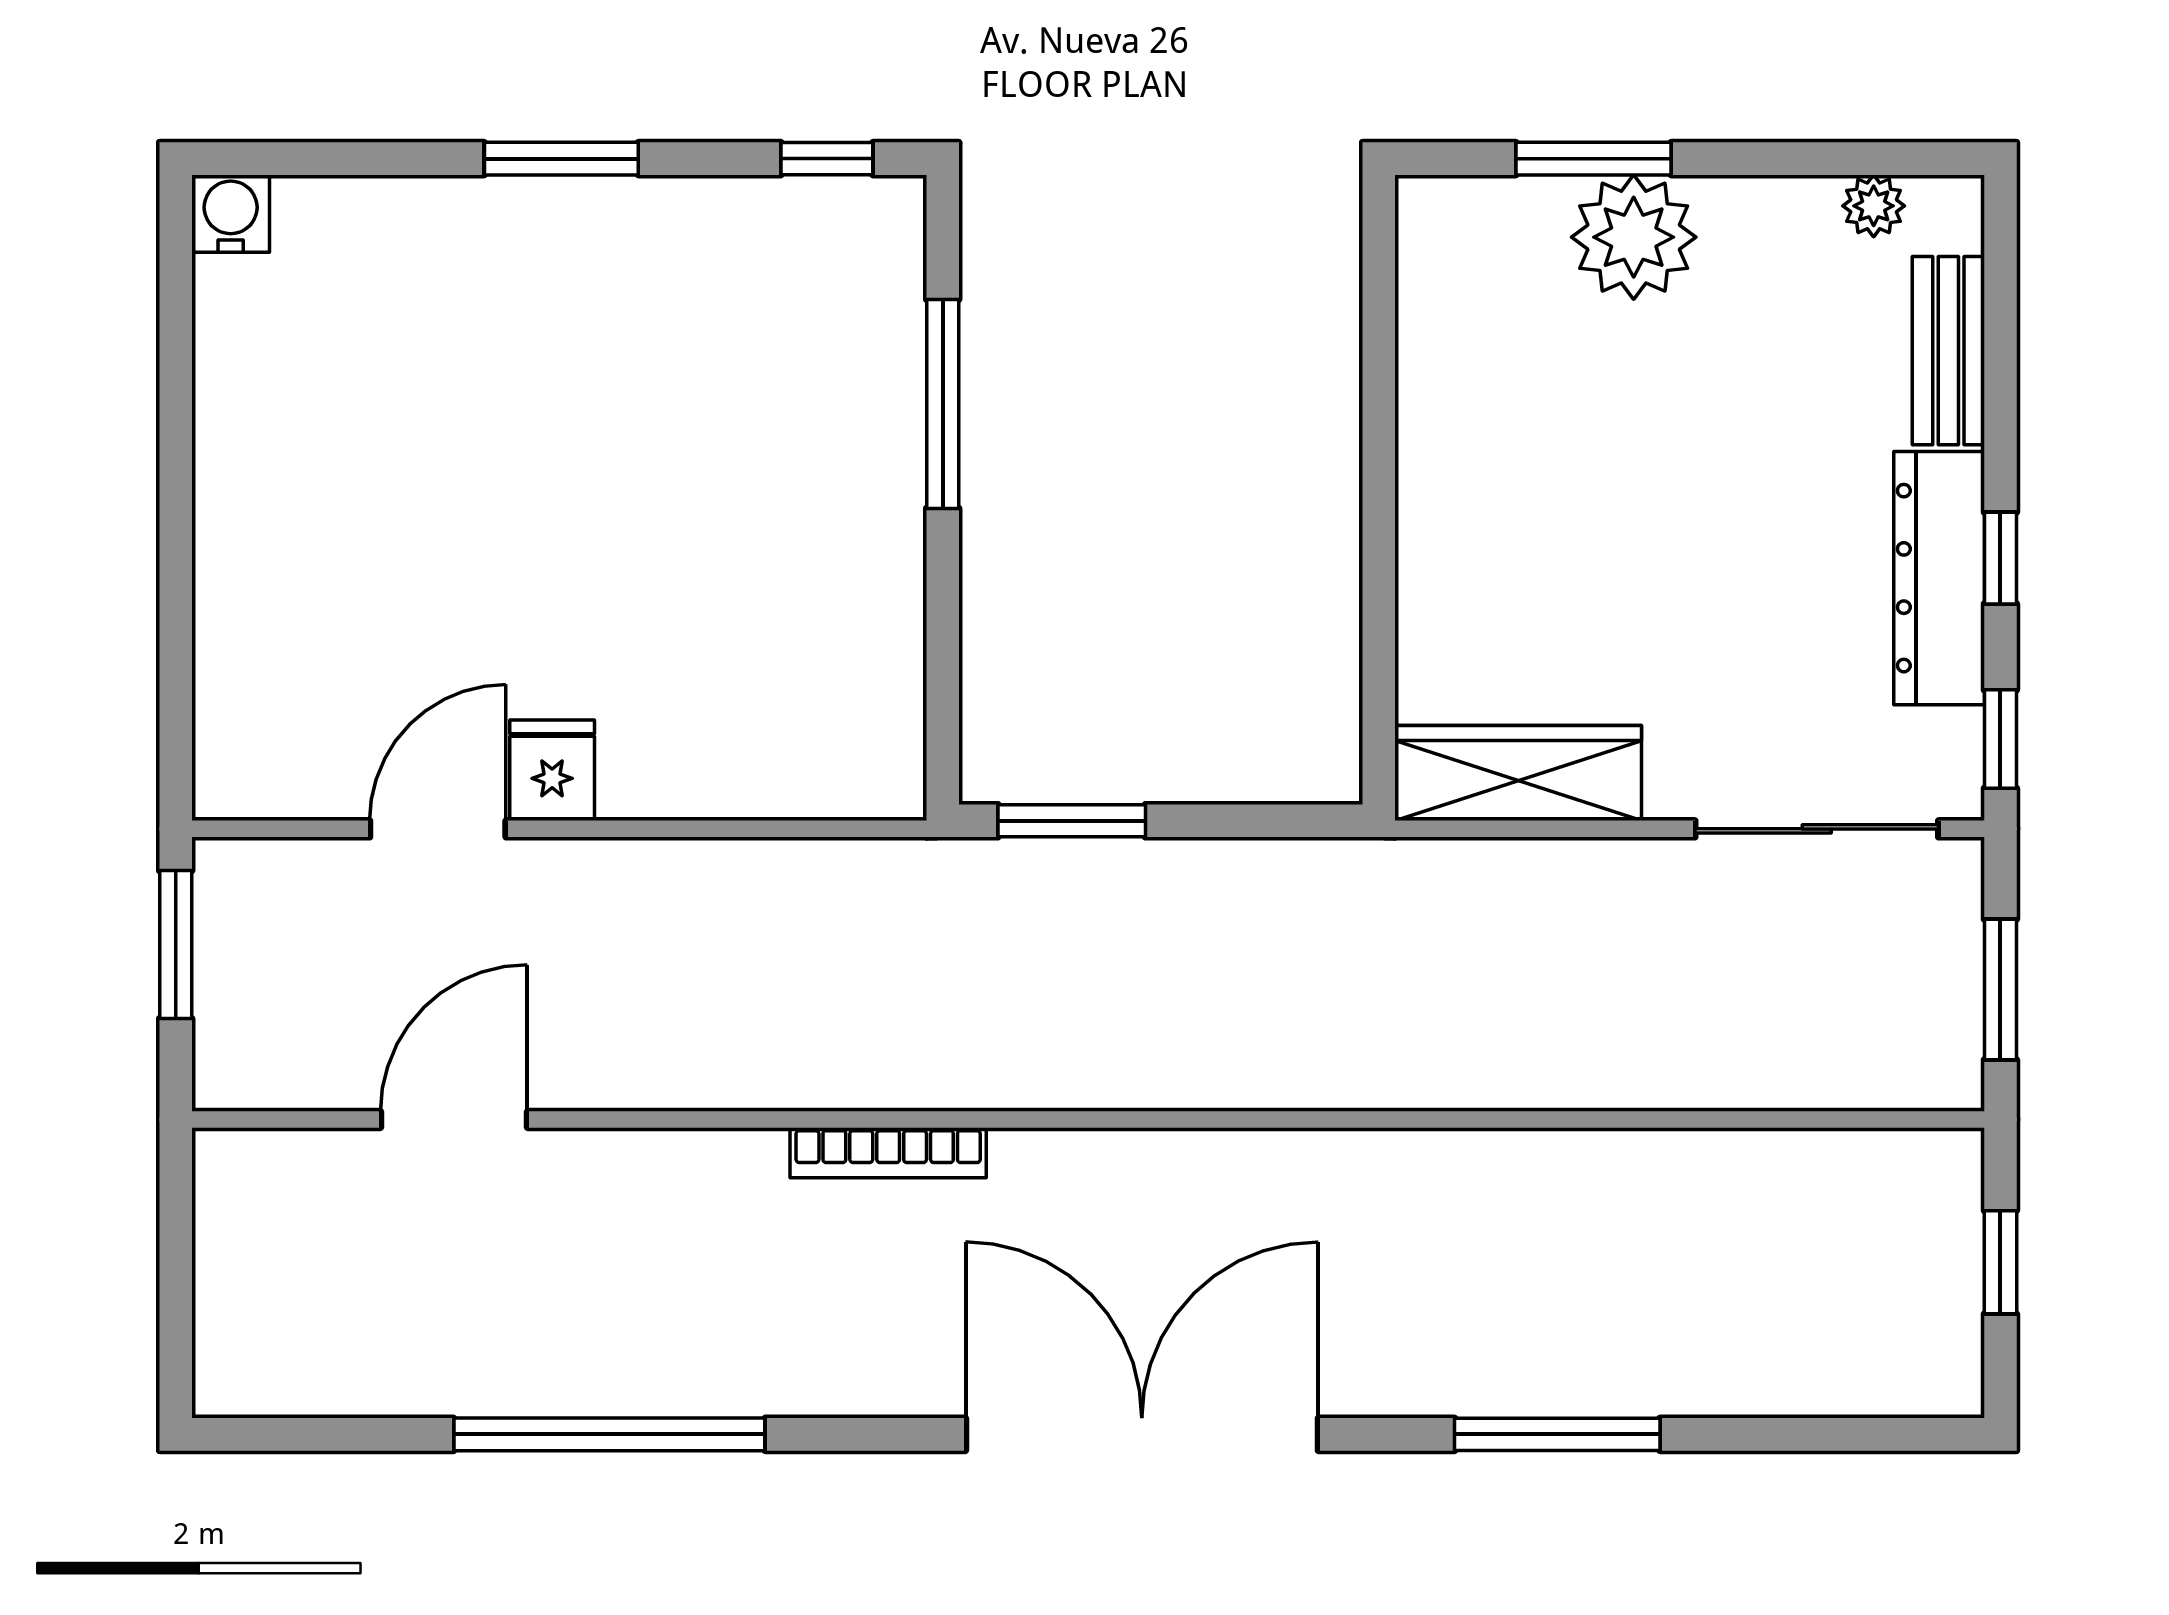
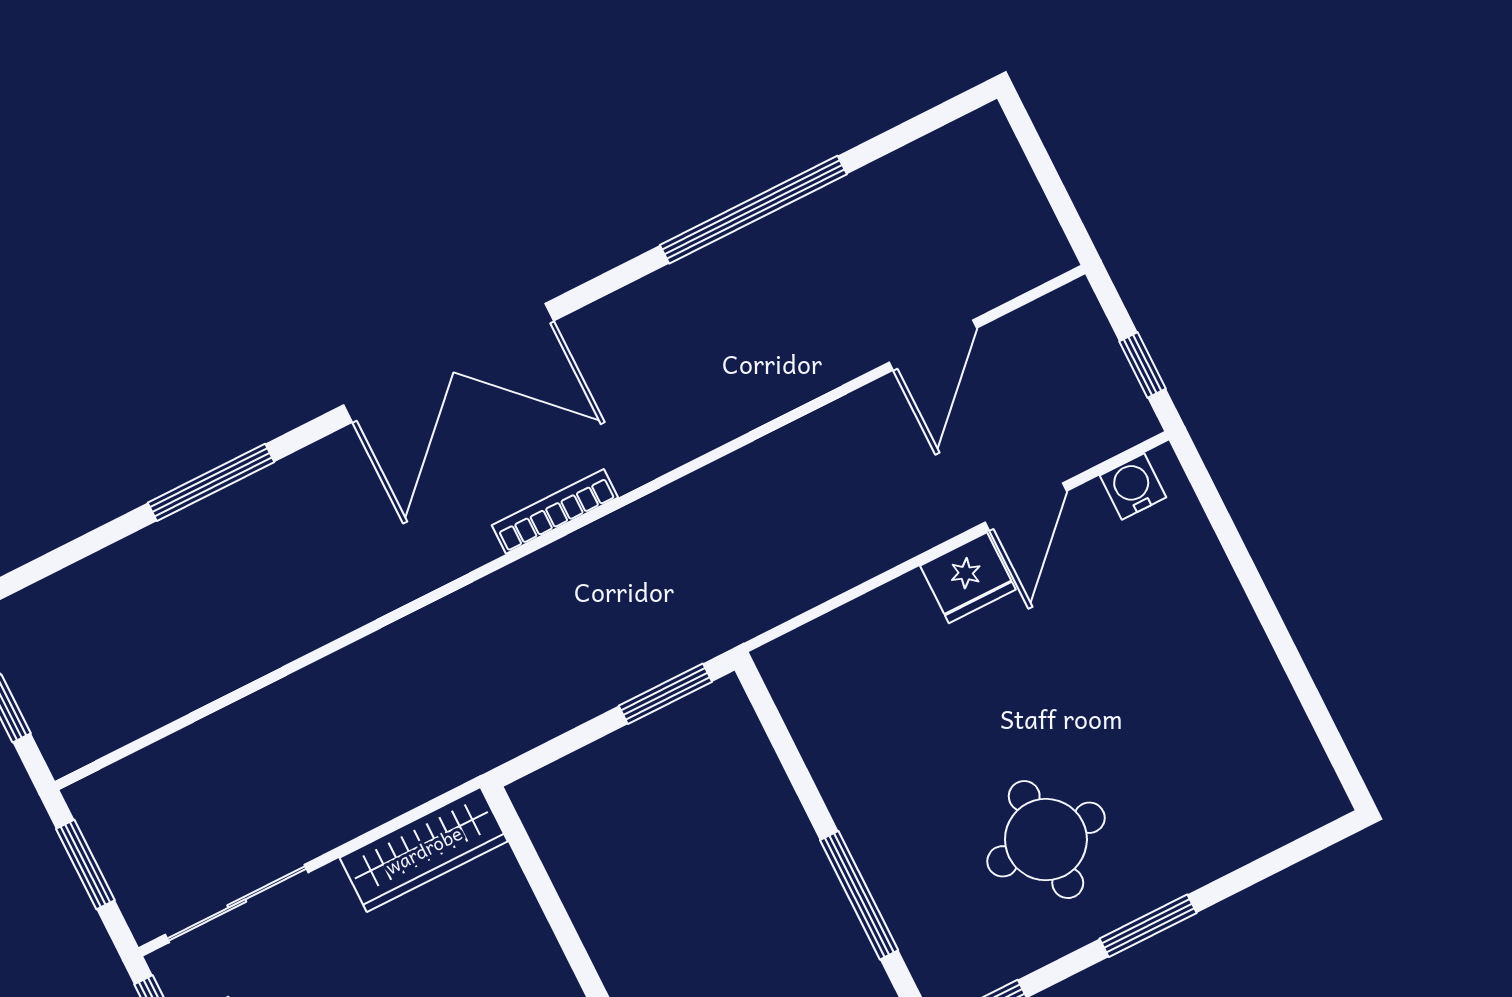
water cooler: (231, 214) -> (1133, 486), moved, turned 180
round table: (643, 350) -> (1046, 840), added
fridge: (552, 770) -> (968, 578), width x1.38
window: (176, 945) -> (1143, 365), width x0.67
bookcase: (888, 1153) -> (555, 511), moved

